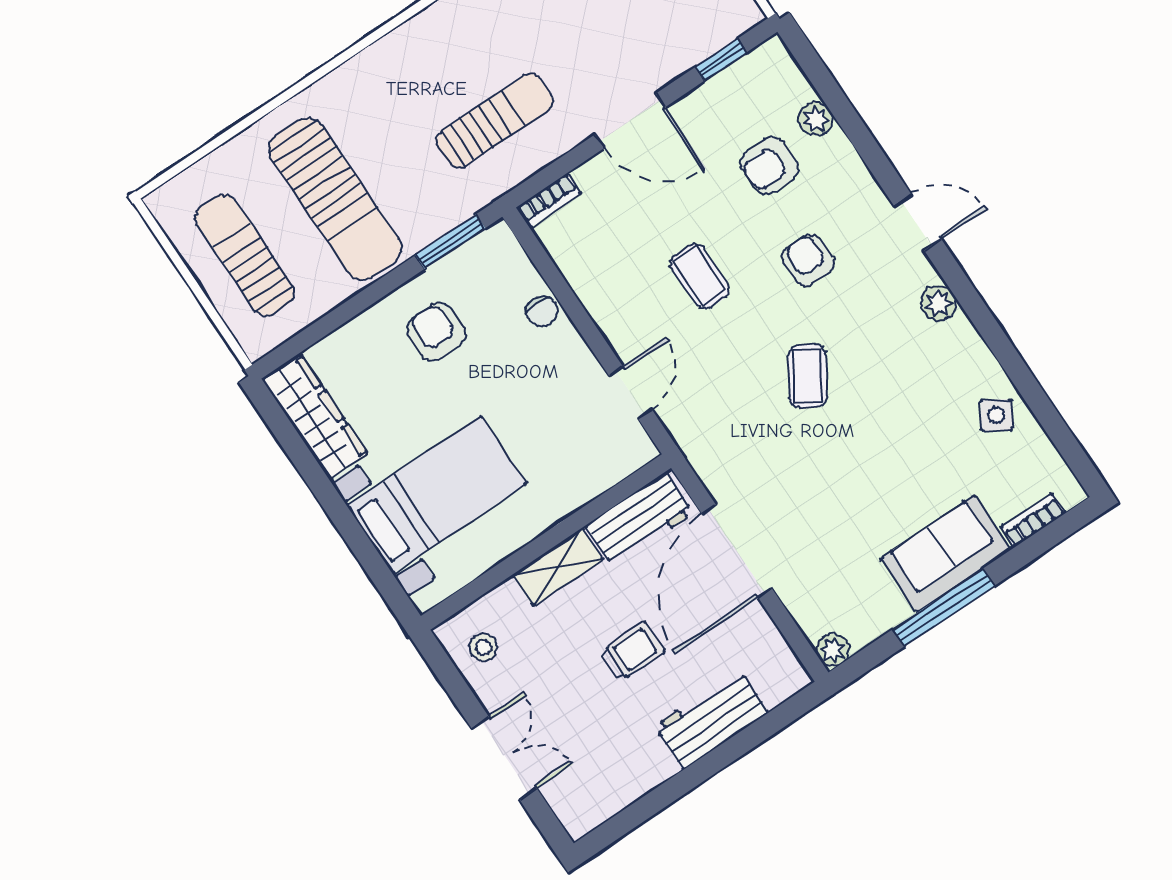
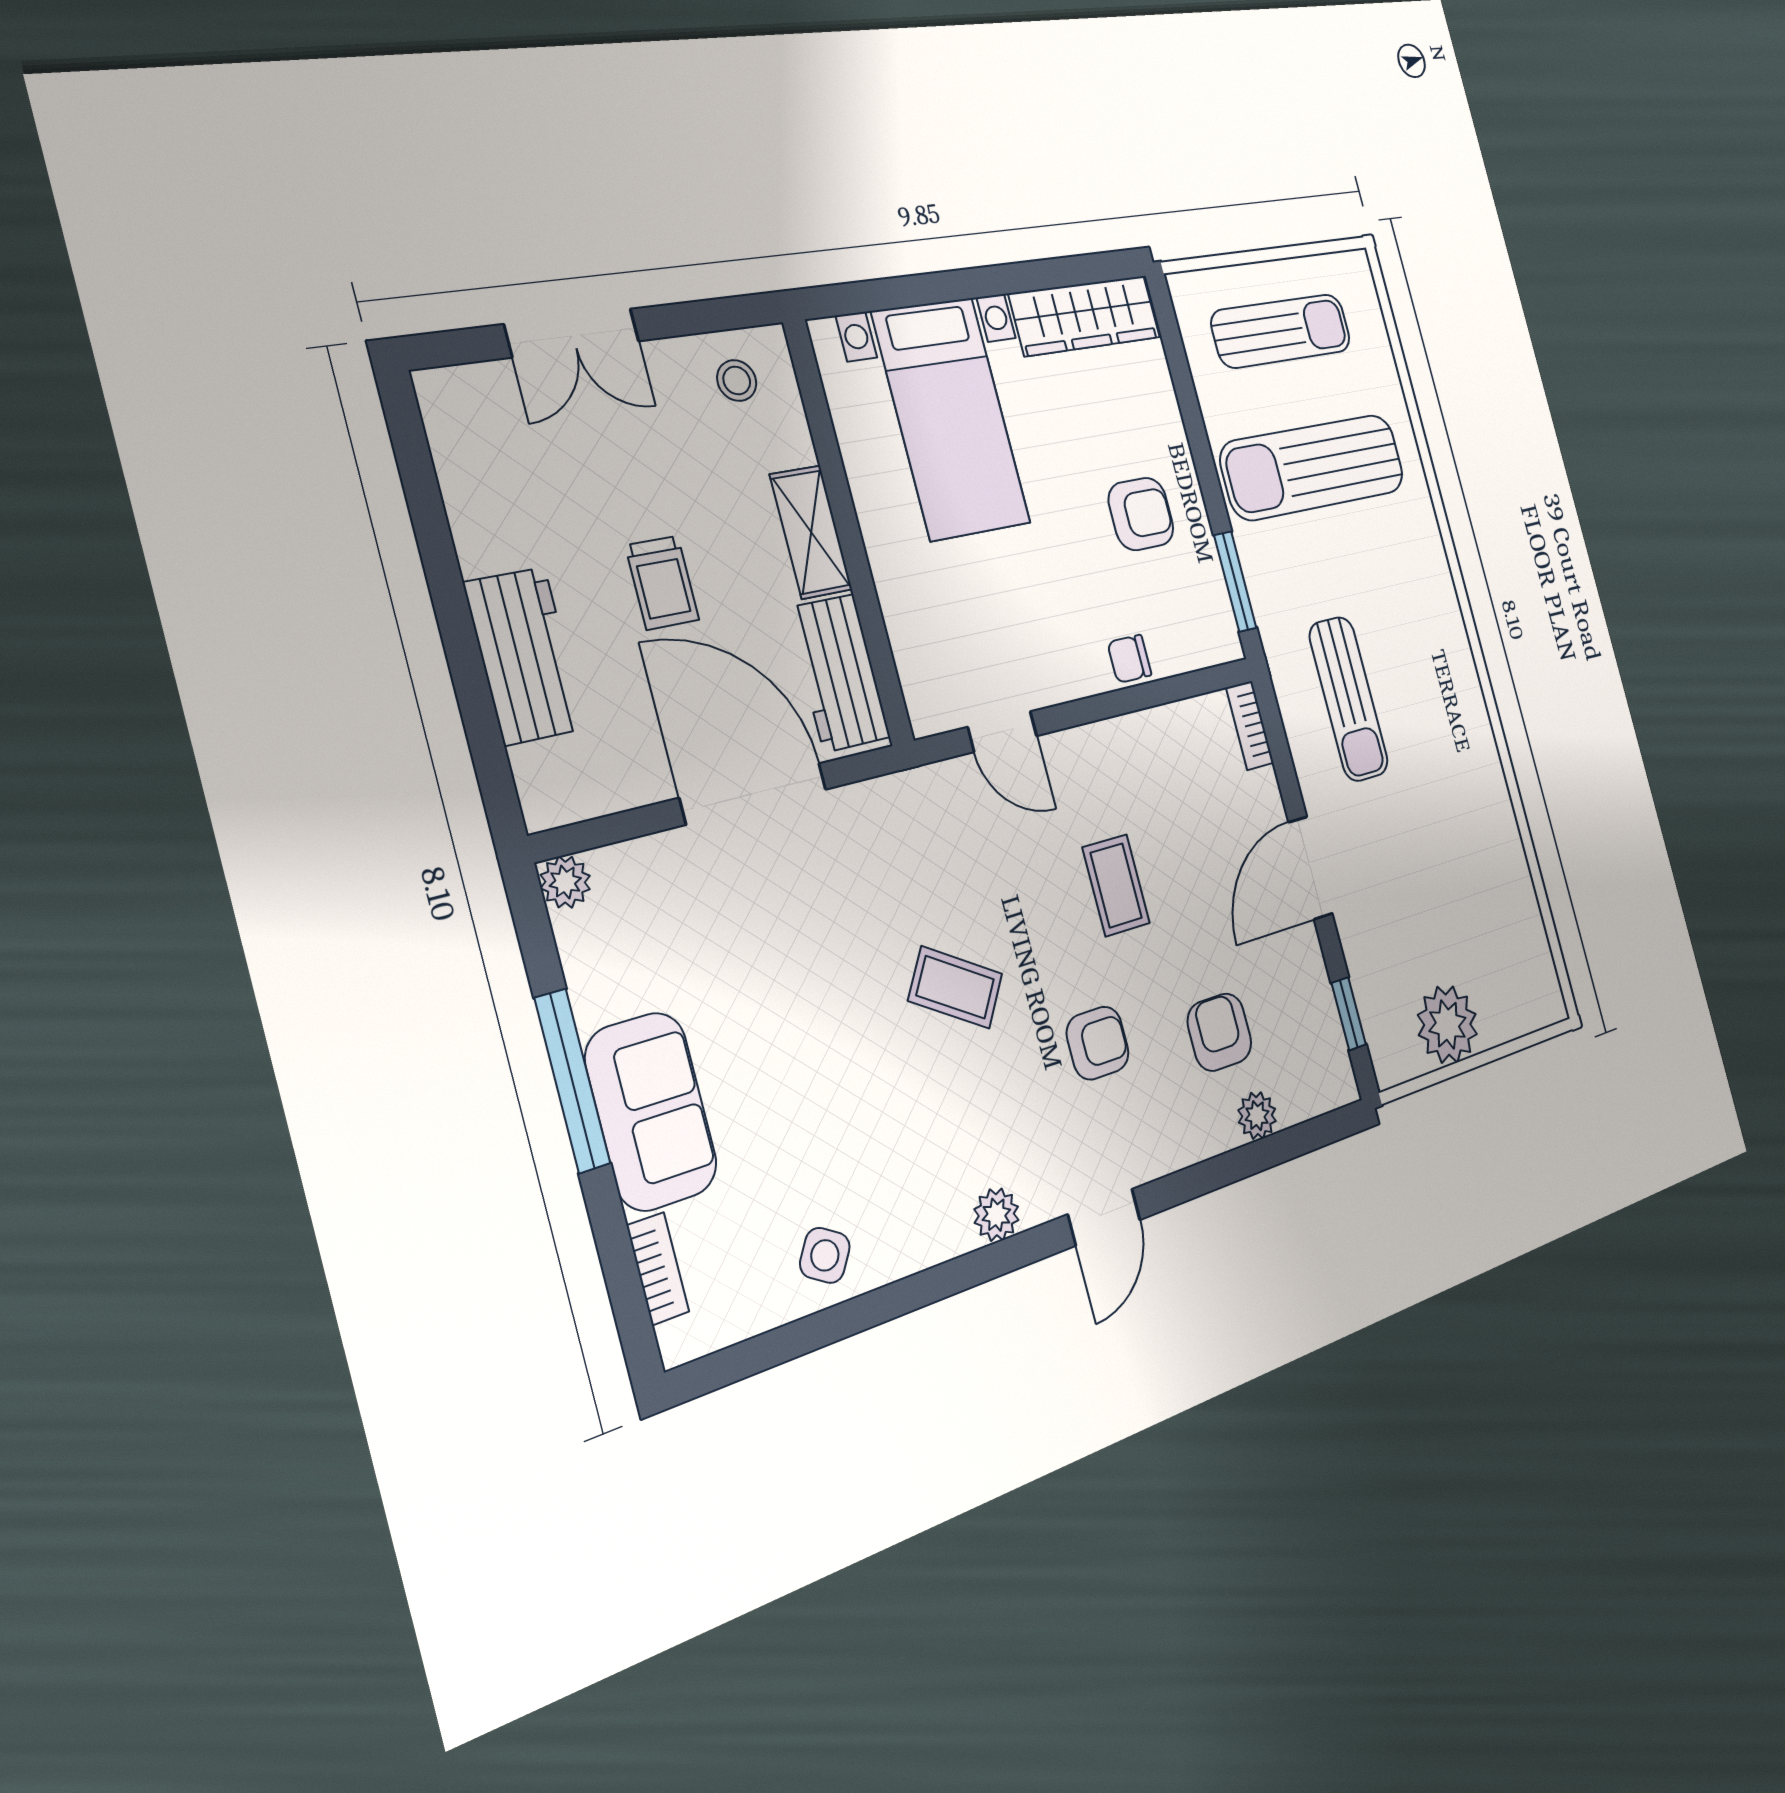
coffee table: (700, 276) -> (1116, 885), turned 90

